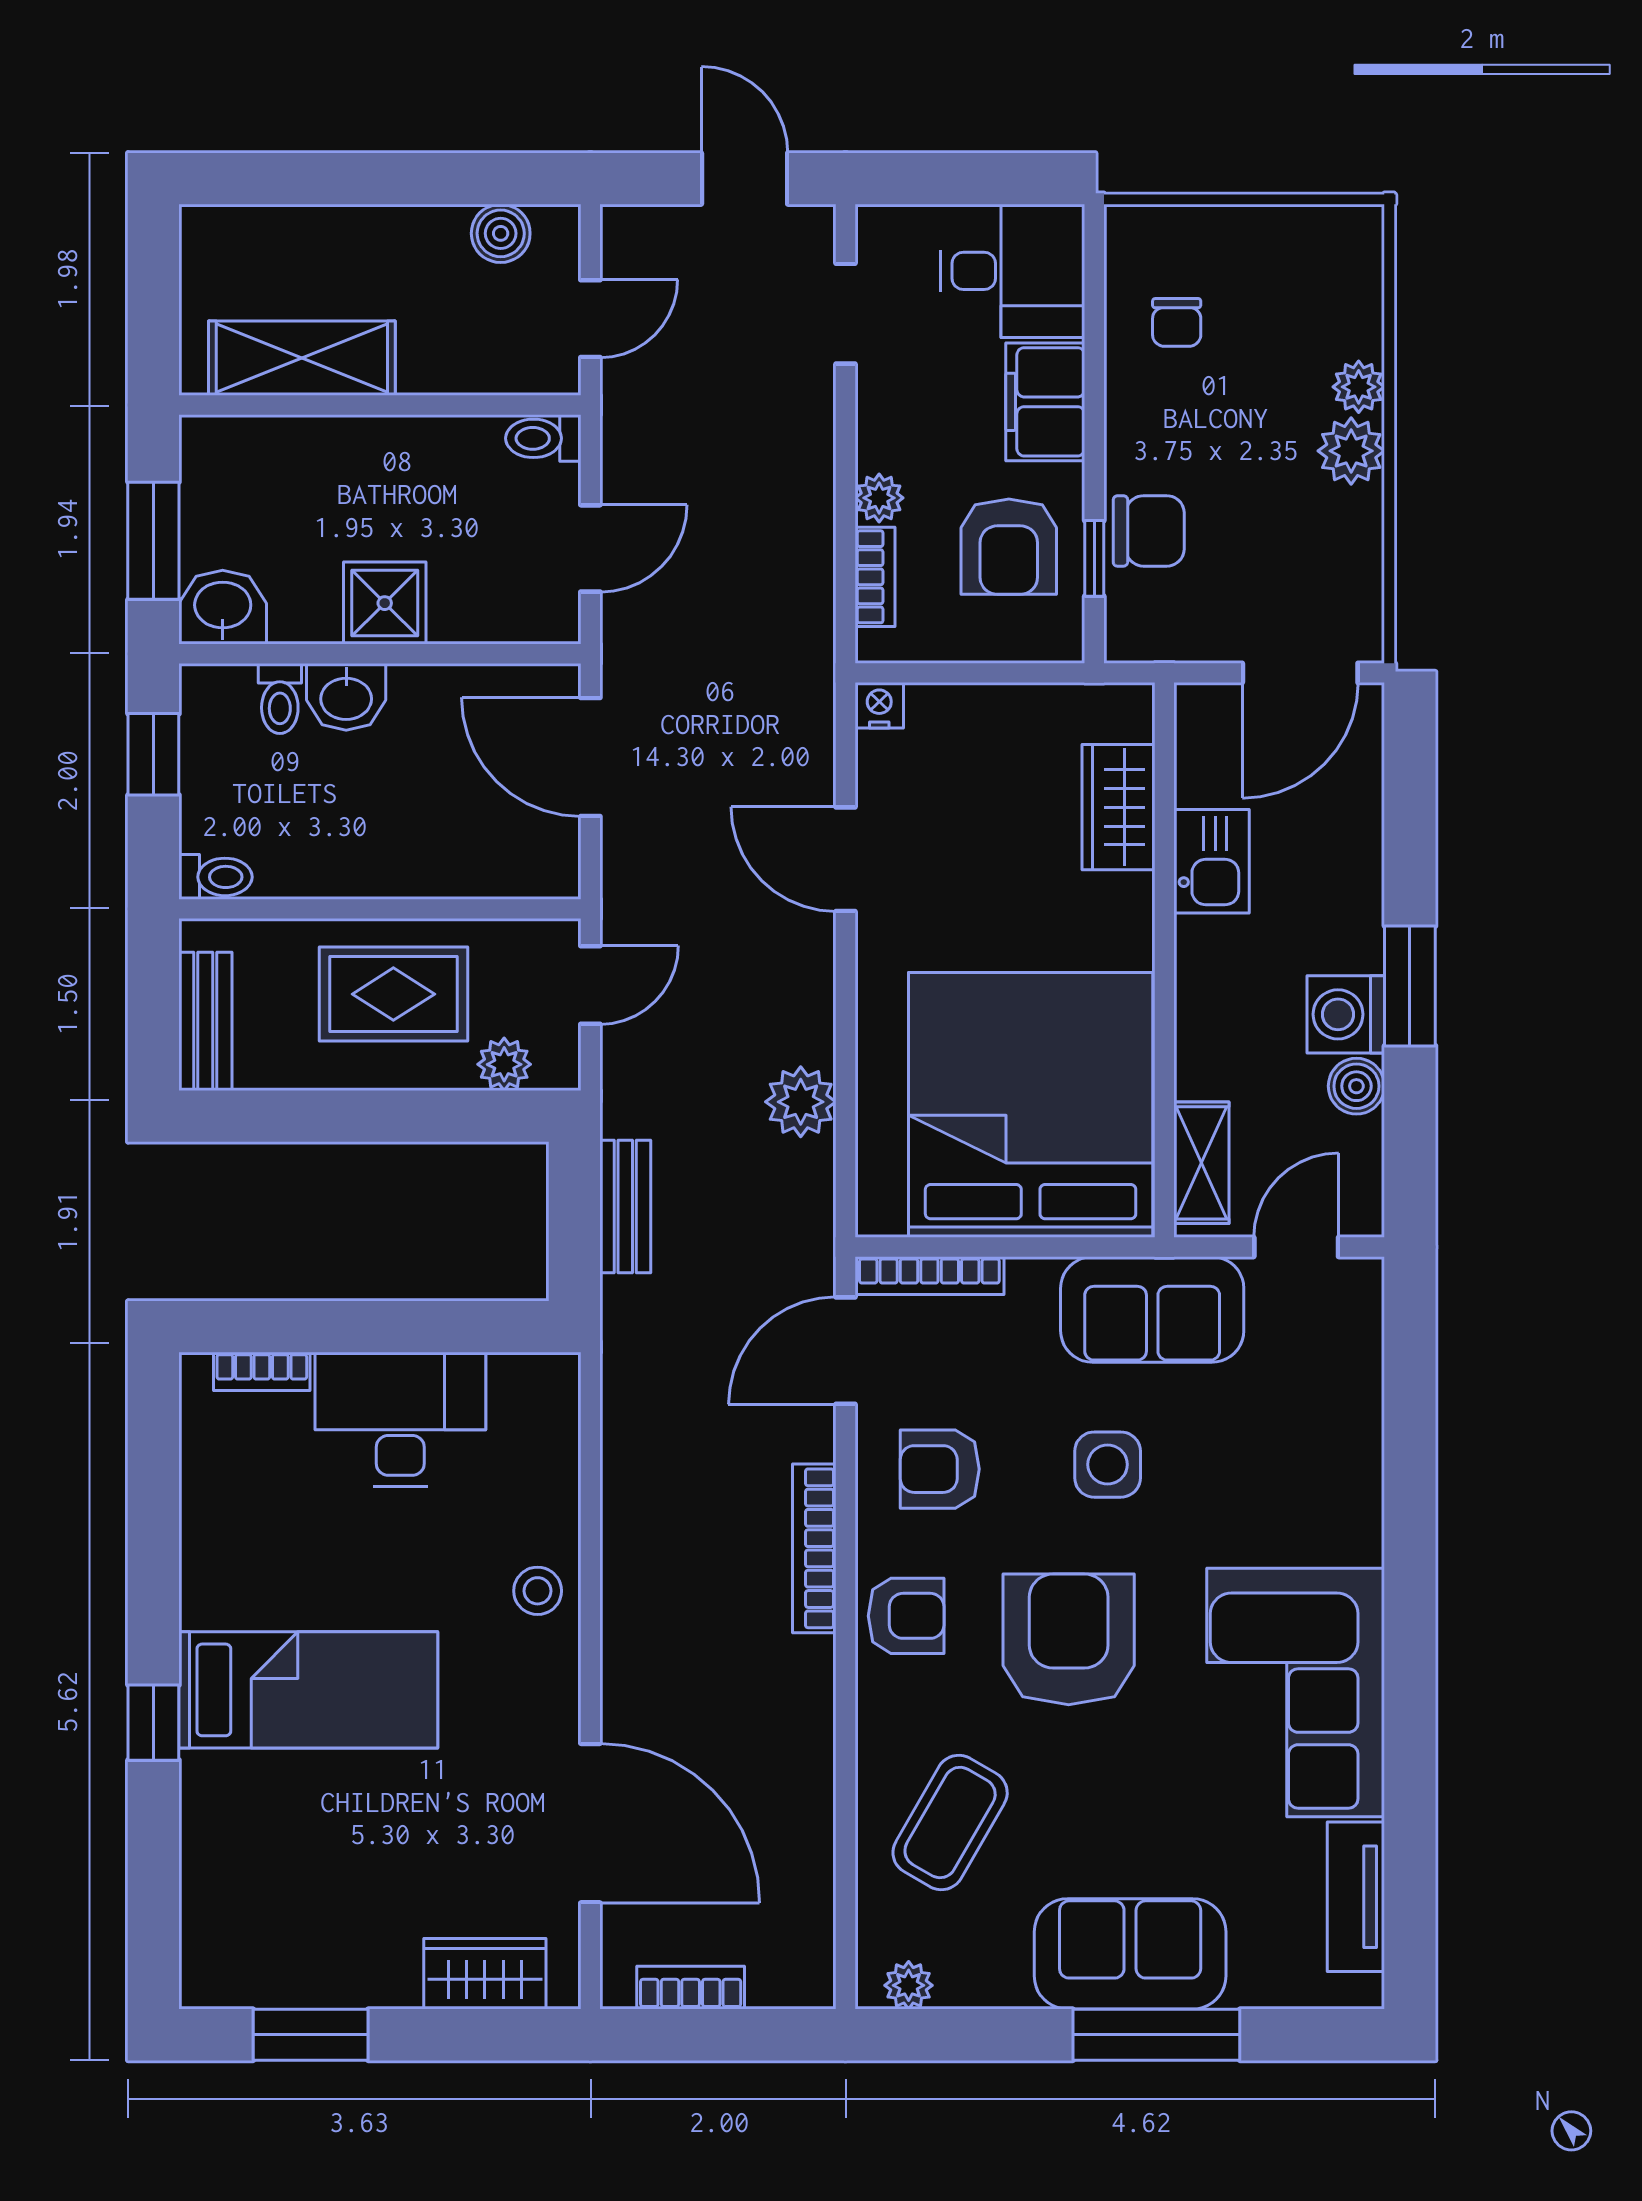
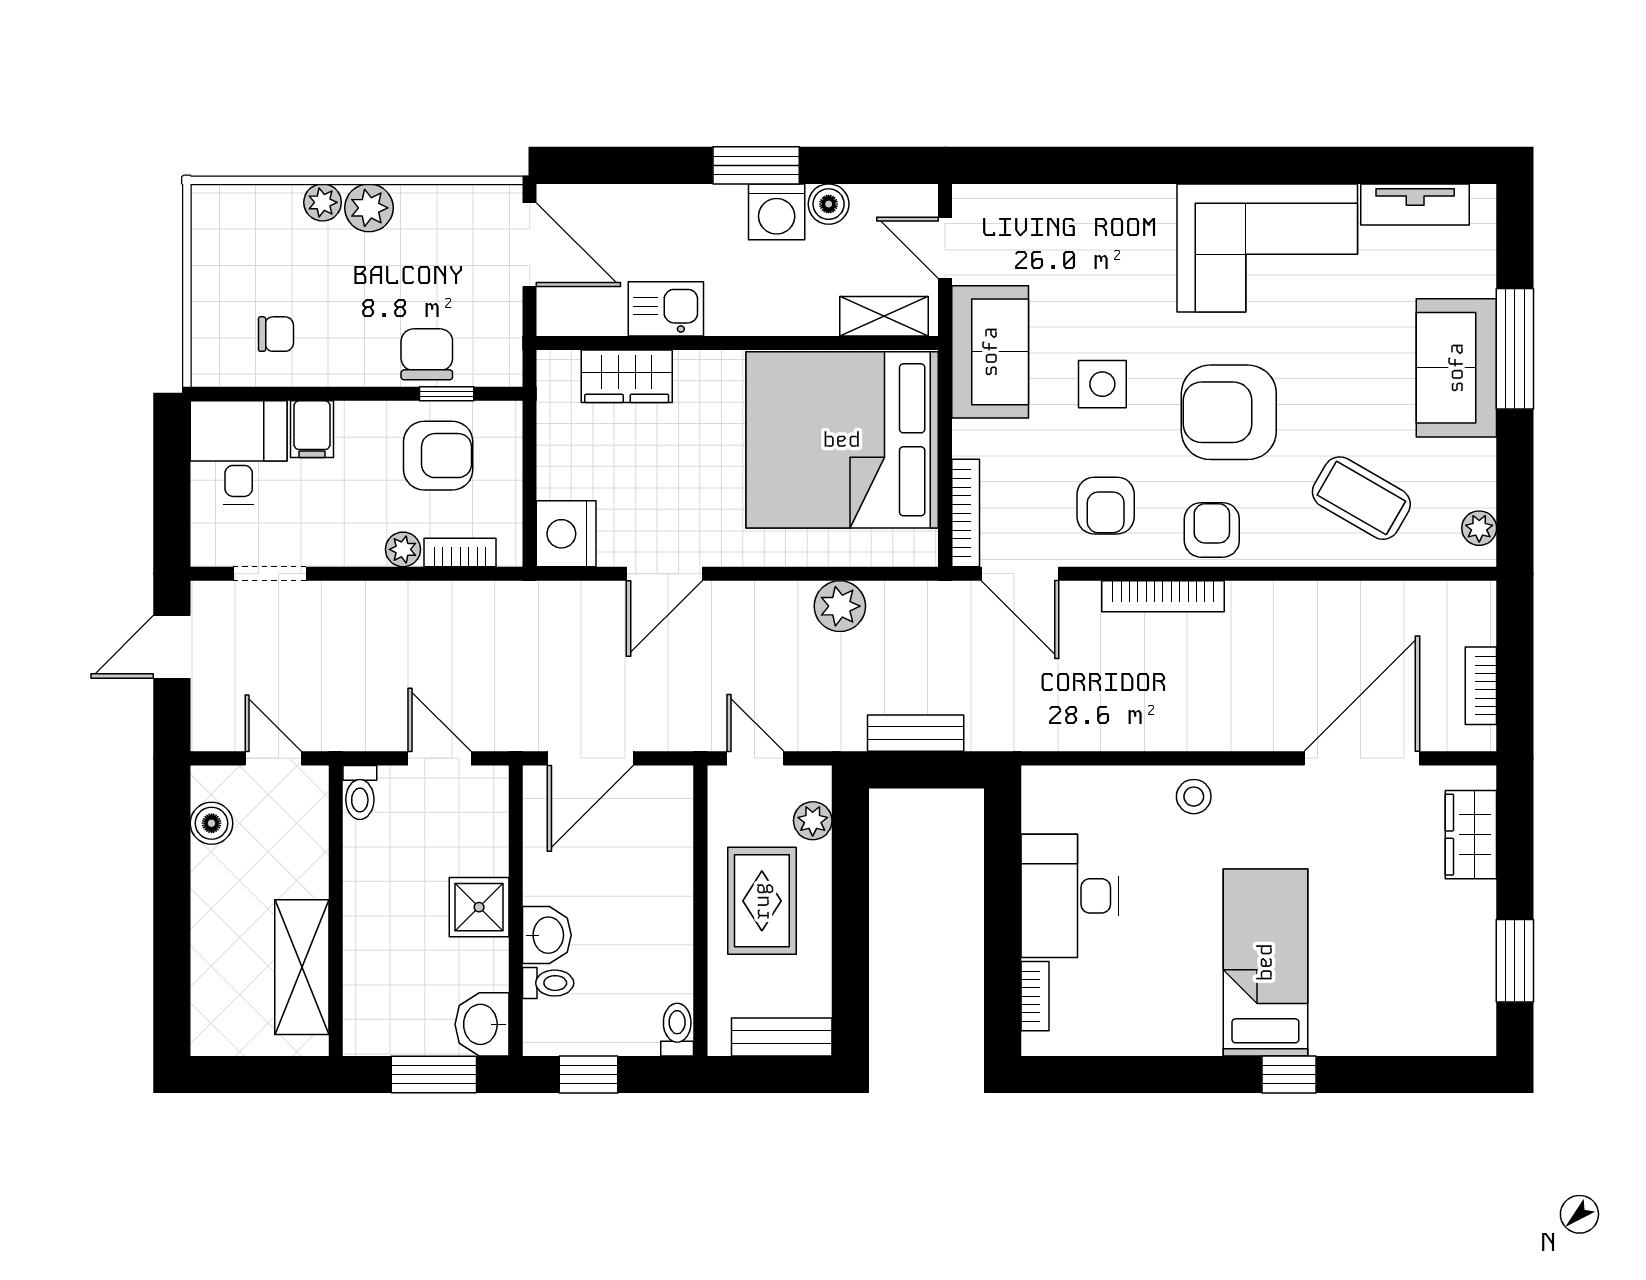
filing cabinet: (1045, 402) -> (312, 429), width x0.50
nightstand: (879, 705) -> (566, 534), width x1.89, depth x1.79

